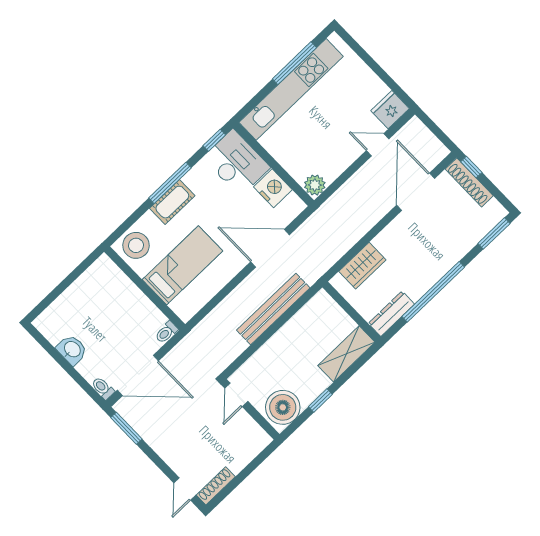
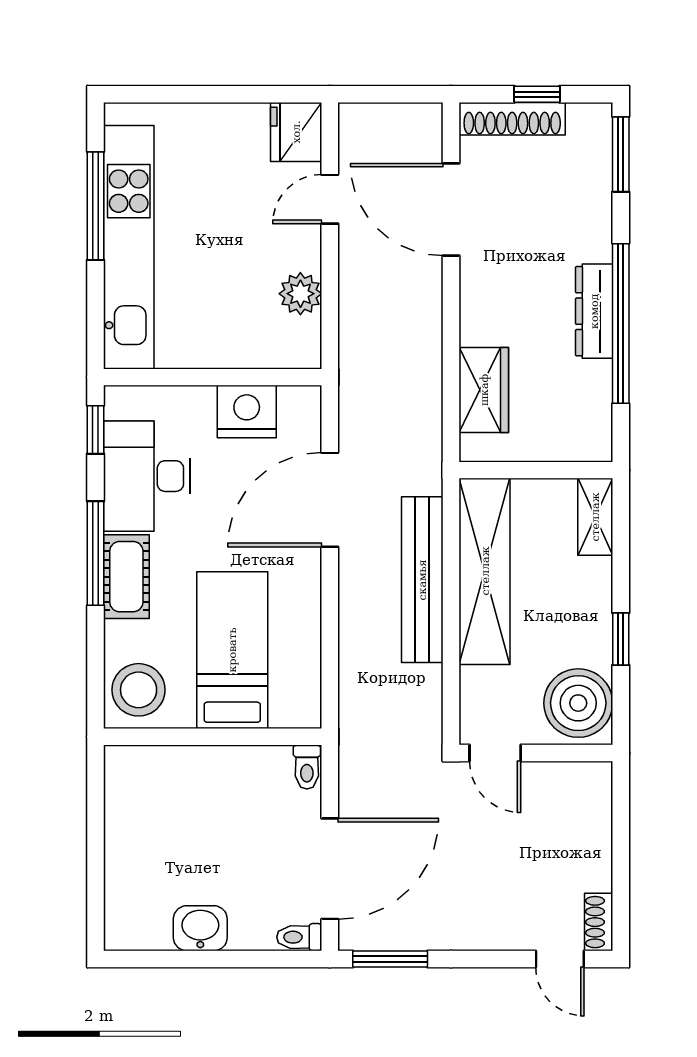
desk: (236, 163) -> (147, 476), moved, turned -90
window: (471, 167) -> (537, 94), moved
plant: (315, 185) -> (300, 294), moved
dresser: (391, 314) -> (594, 311), moved
shelving: (298, 328) -> (485, 571), added
shelving: (346, 354) -> (595, 517), width x0.67, depth x0.75
shoe rack: (216, 486) -> (599, 922), width x0.70

